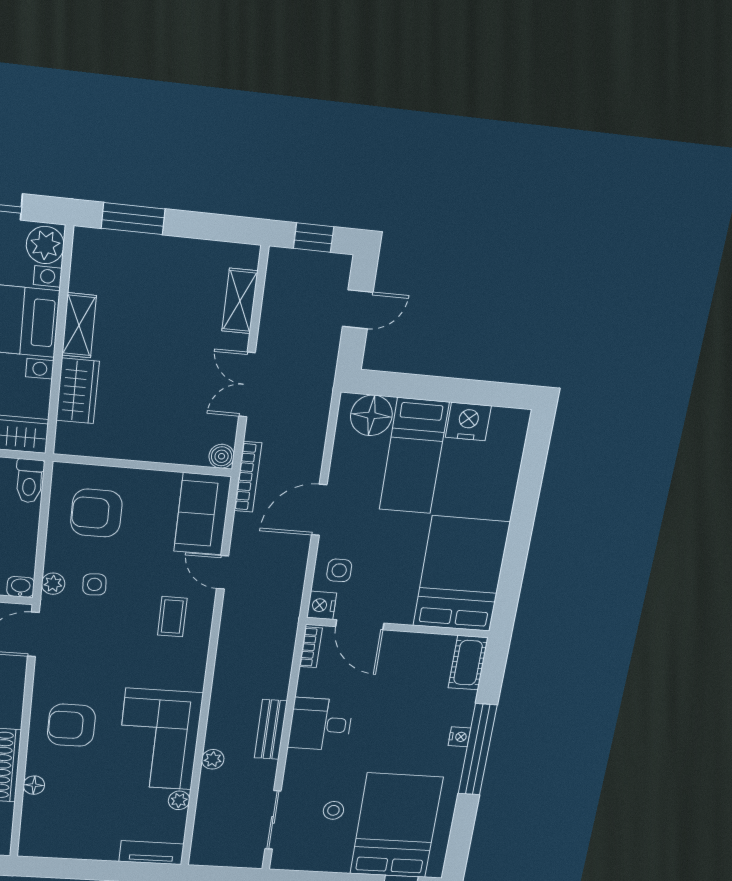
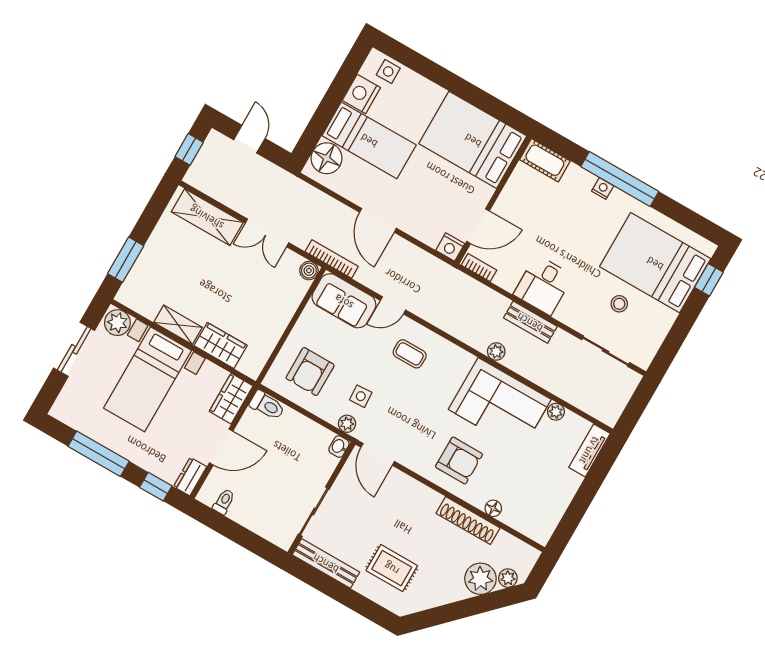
shelving: (240, 301) -> (207, 217), width x1.50, depth x1.33
side table: (339, 570) -> (388, 71), moved
armchair: (71, 725) -> (459, 460), turned -90
plant: (213, 759) -> (496, 352), moved

